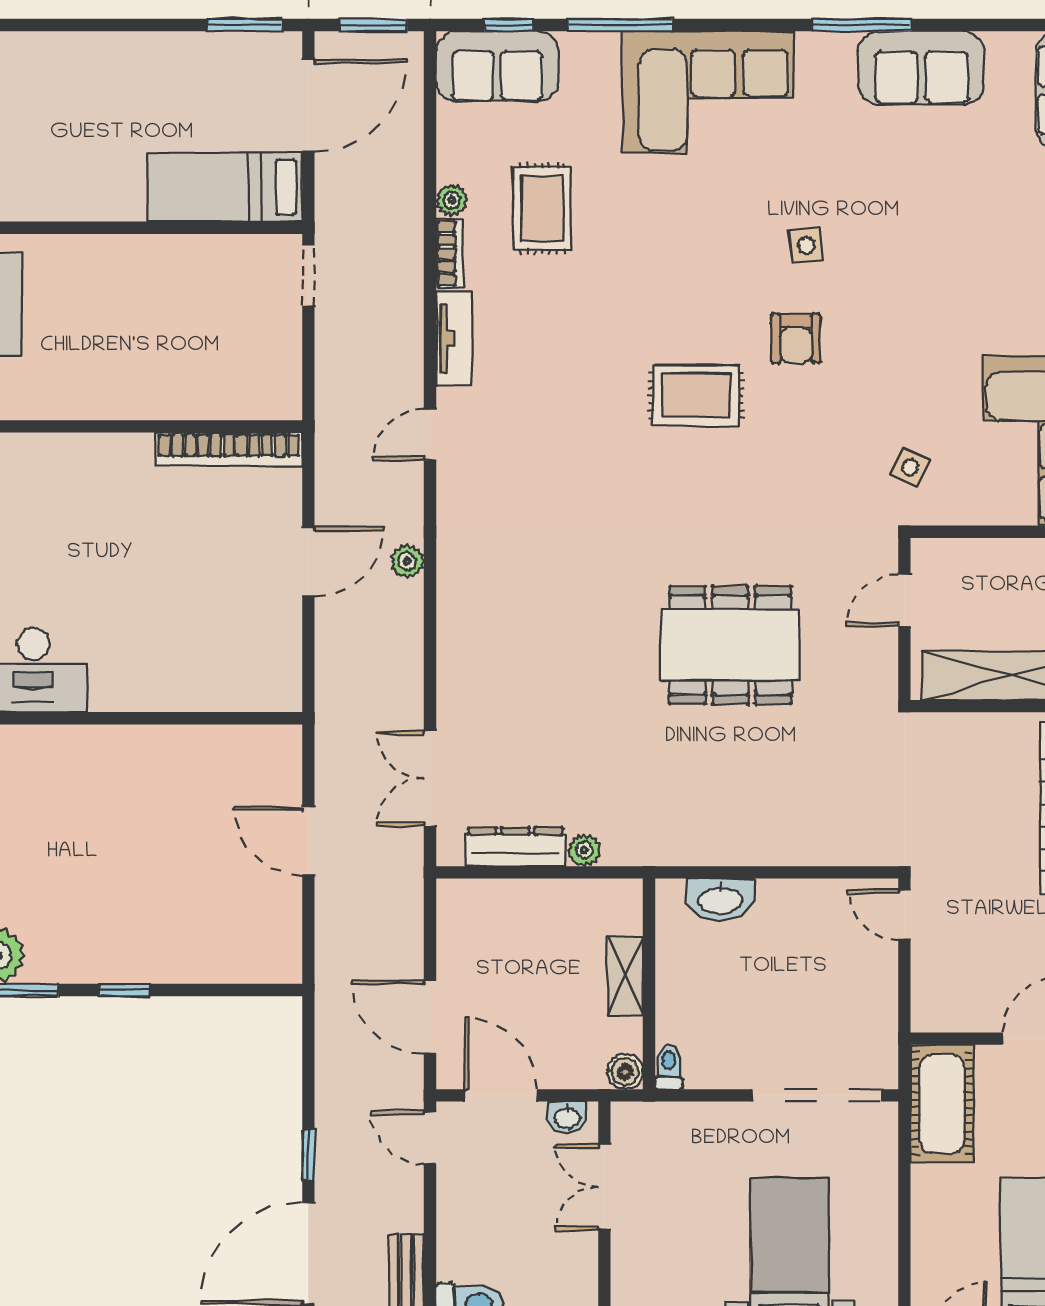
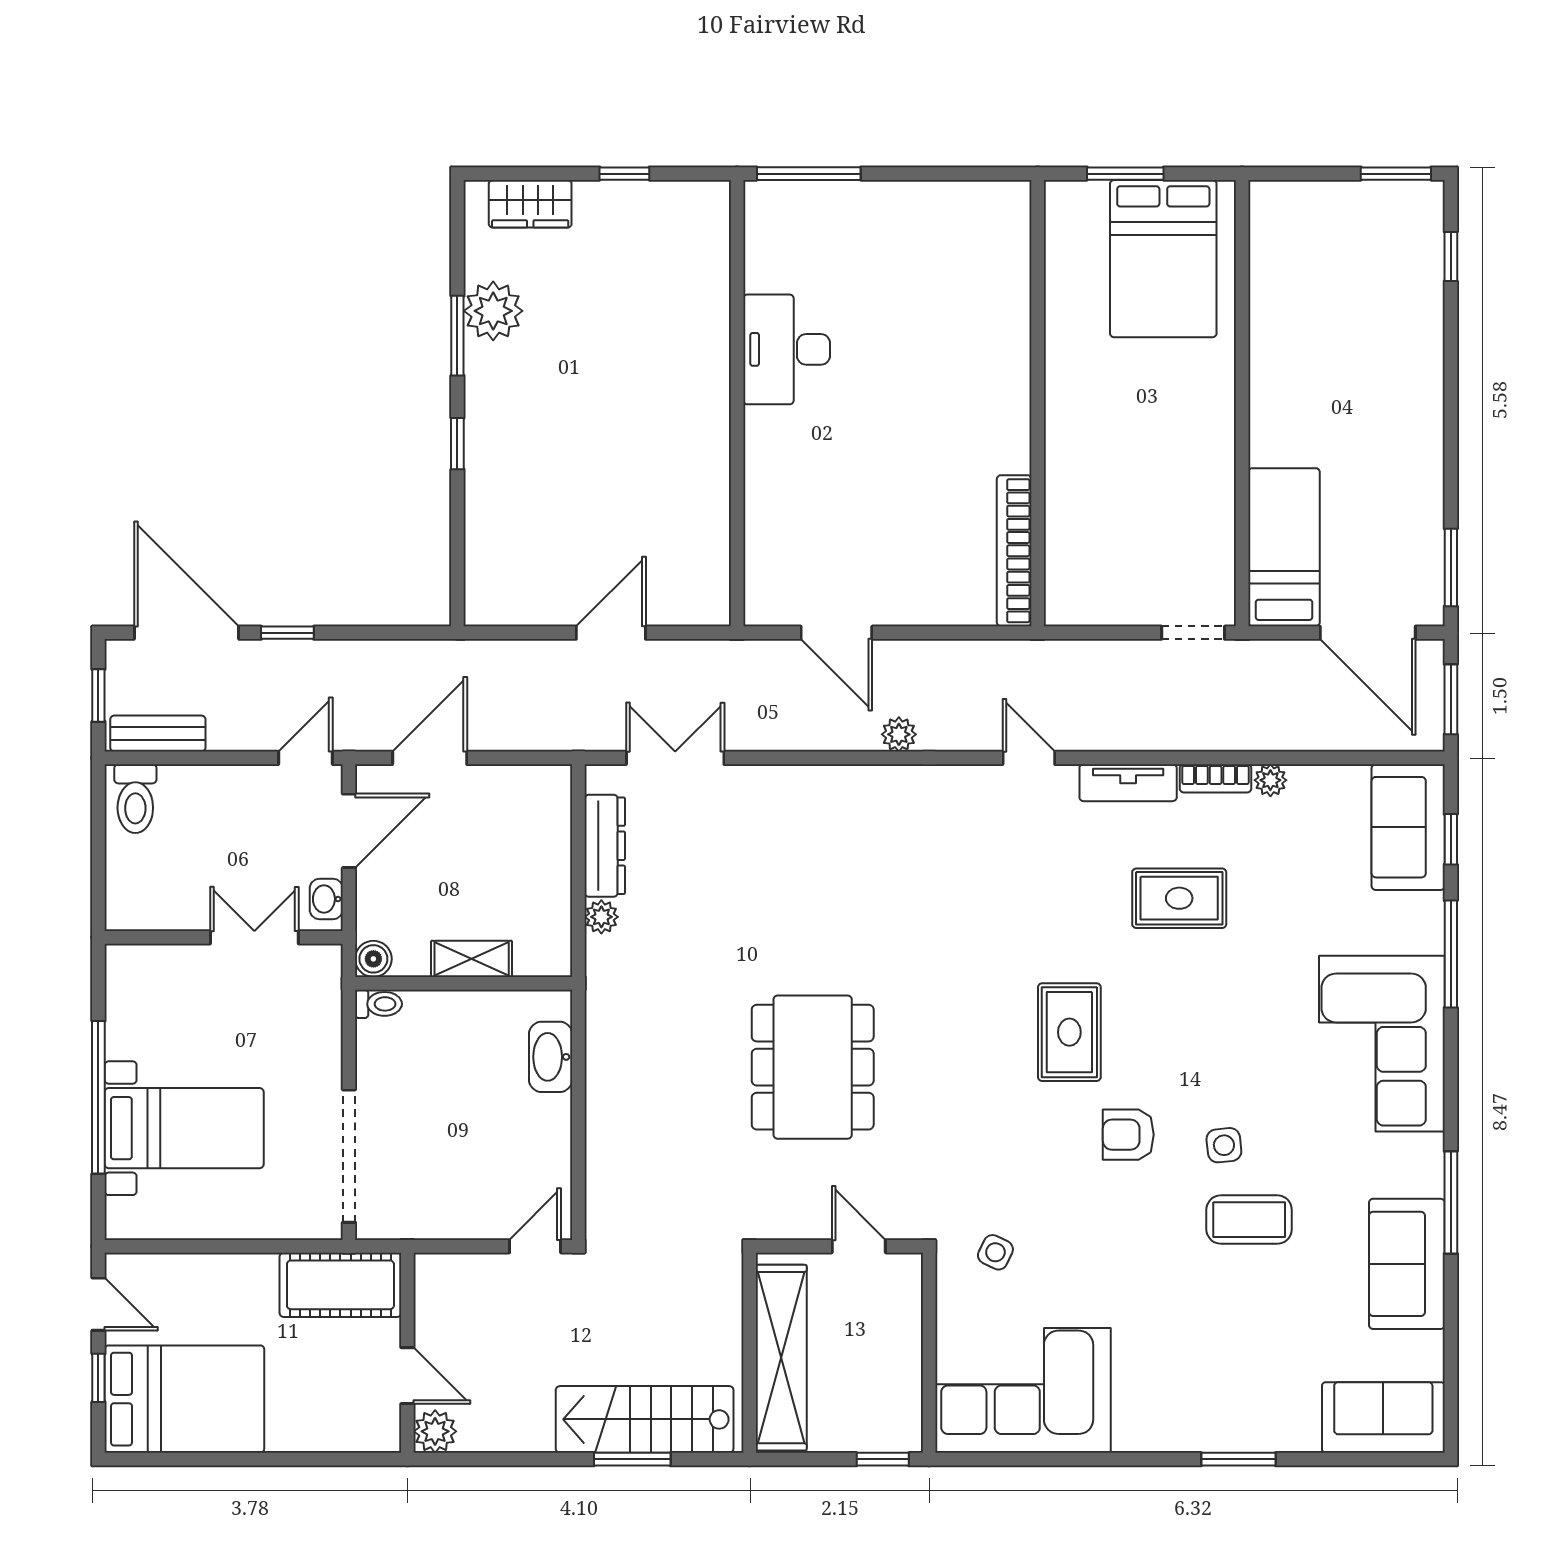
rug: (542, 208) -> (1179, 898), moved
coffee table: (878, 221) -> (1249, 1220), added
door: (308, 562) -> (836, 633), moved

